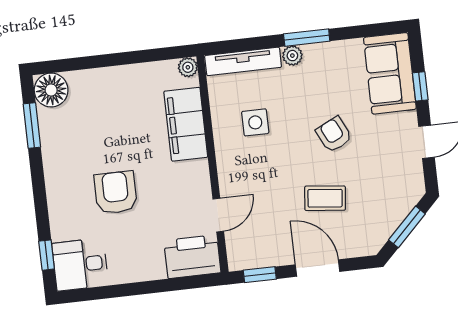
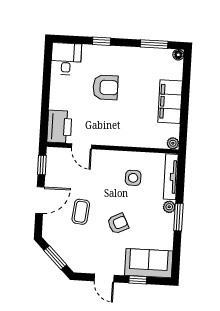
floor lamp: (51, 90) -> (178, 55), width x0.53, depth x0.53
filing cabinet: (186, 124) -> (170, 102), moved, turned -90
window: (47, 255) -> (102, 41), moved

